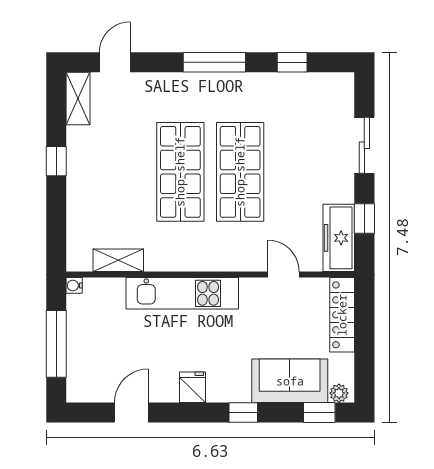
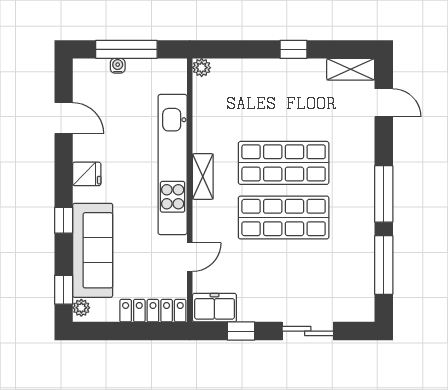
window: (292, 62) -> (384, 265), width x2.17
freezer: (339, 238) -> (214, 308), width x0.71
shelving: (118, 260) -> (203, 176), moved
plant: (76, 262) -> (202, 68), added
water cooler: (74, 285) -> (118, 66), moved
kitchen unit: (182, 293) -> (173, 165), width x1.36
sofa: (290, 381) -> (93, 250), width x1.36

